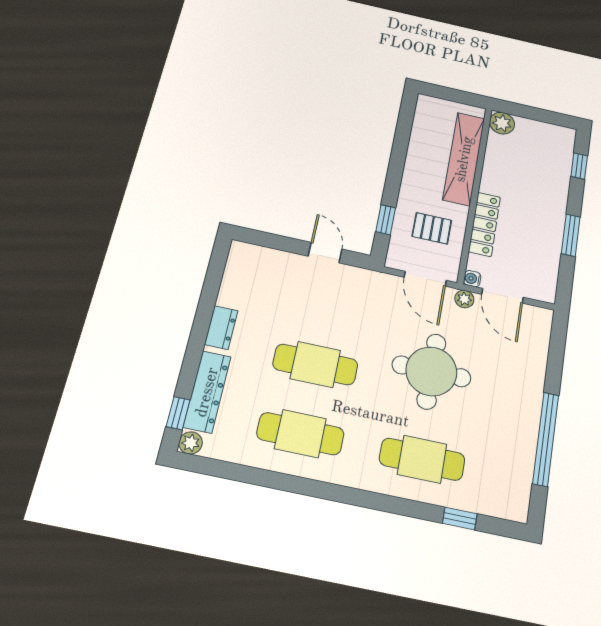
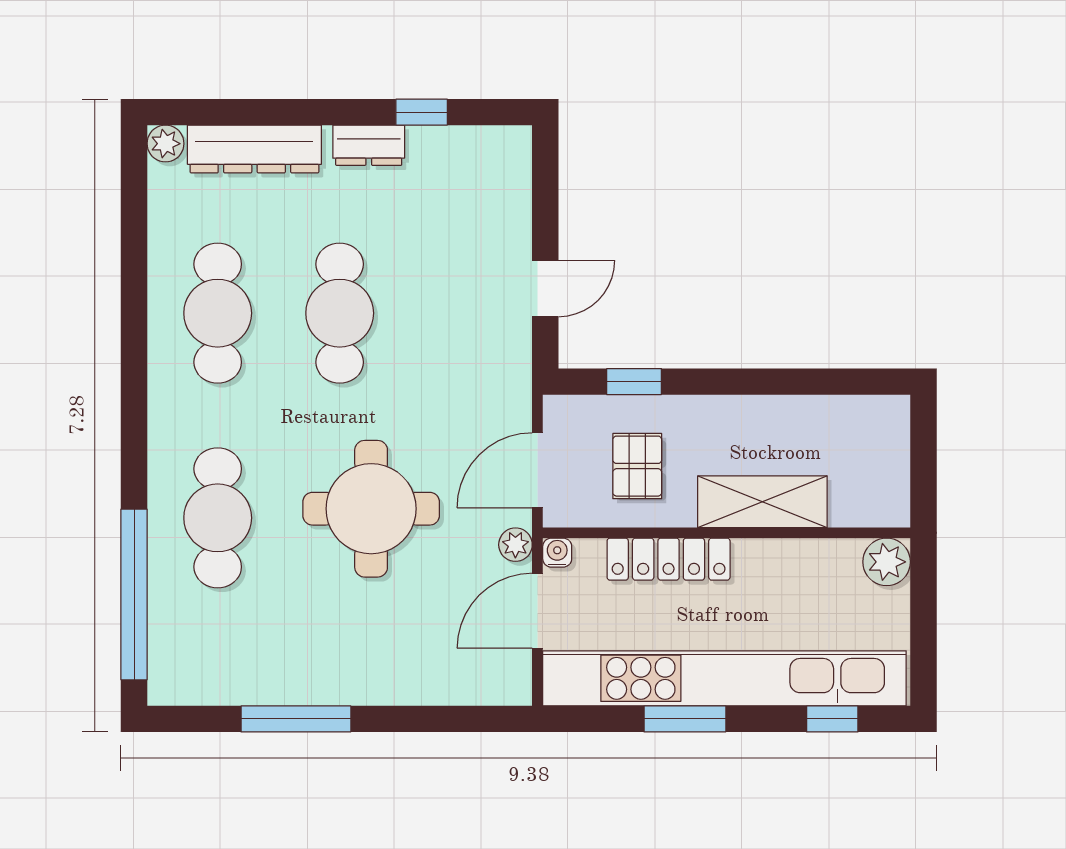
shelving: (464, 159) -> (762, 502), width x0.68
kitchen unit: (552, 212) -> (724, 678), added
window: (178, 413) -> (422, 112), moved
window: (546, 439) -> (296, 719), width x0.68
window: (460, 519) -> (134, 594), width x3.17

